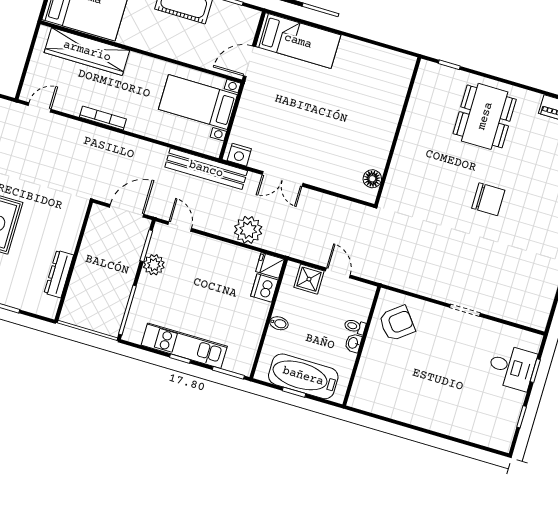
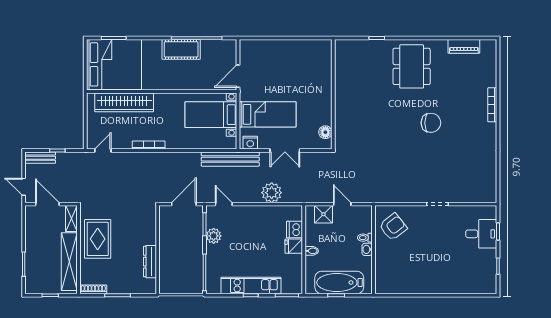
bed: (298, 41) -> (268, 114), moved
wall: (398, 131) -> (333, 94), moved
floor lamp: (372, 179) -> (325, 132), moved
fridge: (270, 265) -> (294, 246), moved

